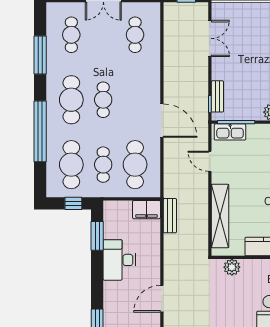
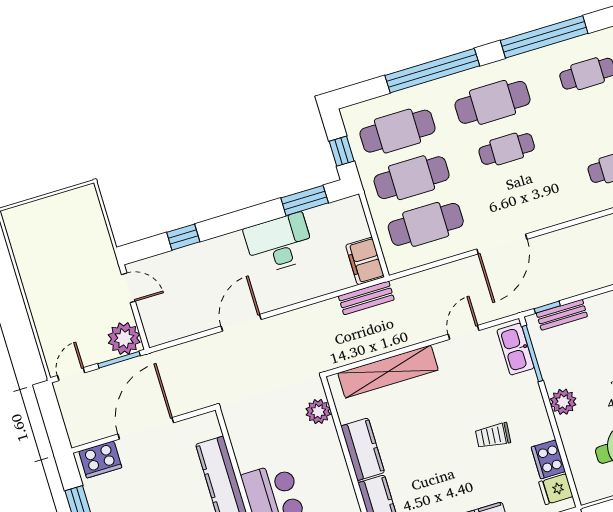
window: (40, 55) -> (544, 37), width x1.46
cafe table: (103, 165) -> (412, 178), width x1.37, depth x1.35
door: (162, 299) -> (241, 323), hinge flipped

